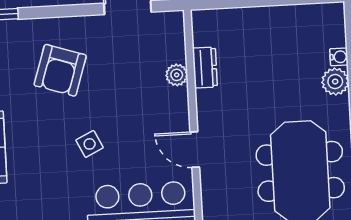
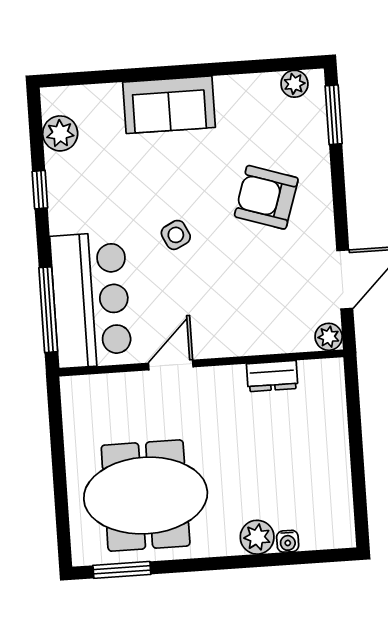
plant: (177, 75) -> (329, 337), moved

